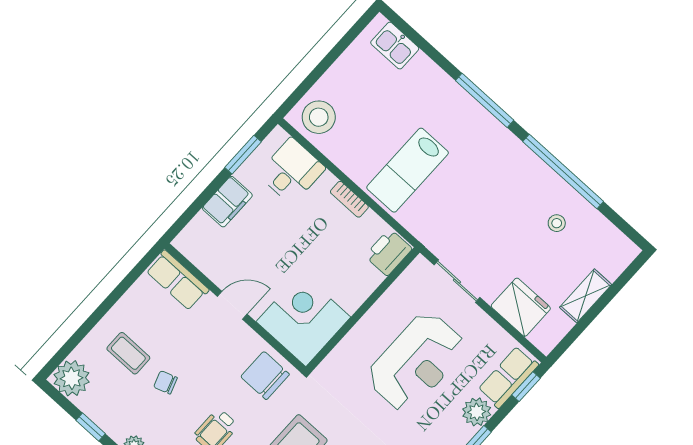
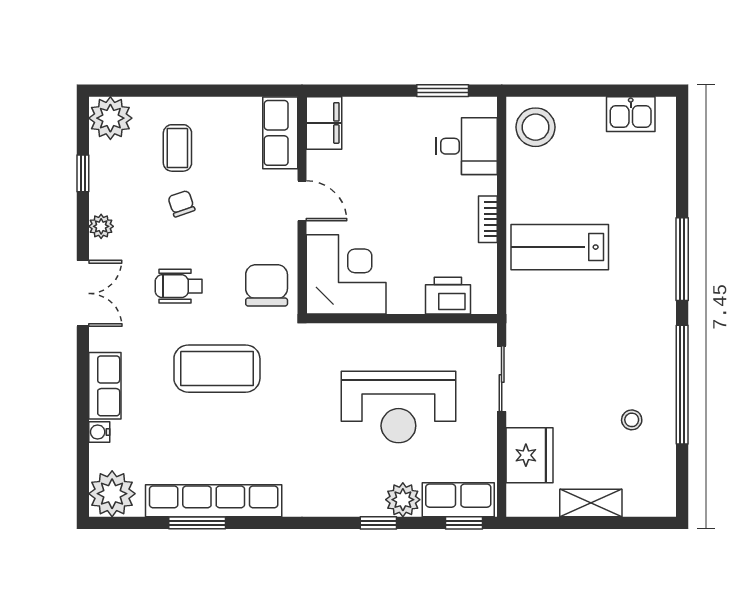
kitchen sink: (395, 46) -> (631, 114), moved, turned -90
filing cabinet: (227, 202) -> (324, 123), moved, turned -90
printer: (388, 252) -> (448, 296), moved

